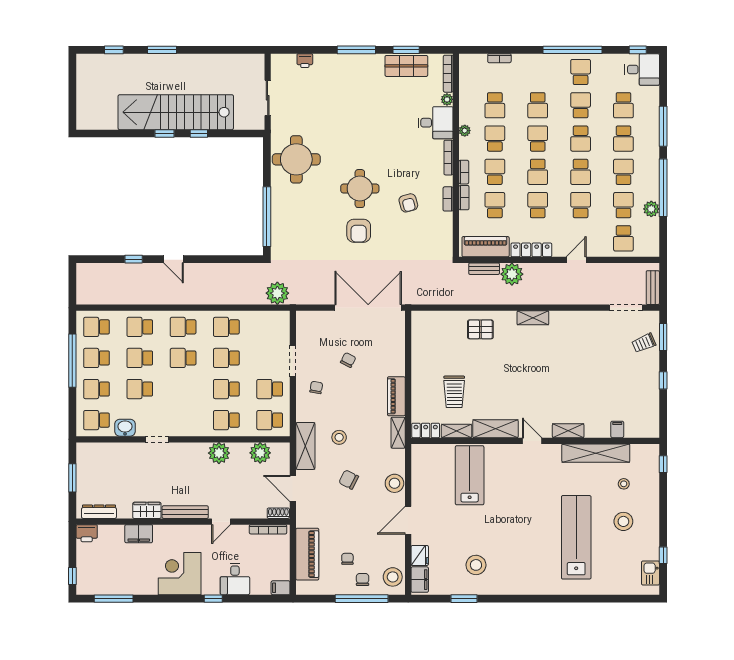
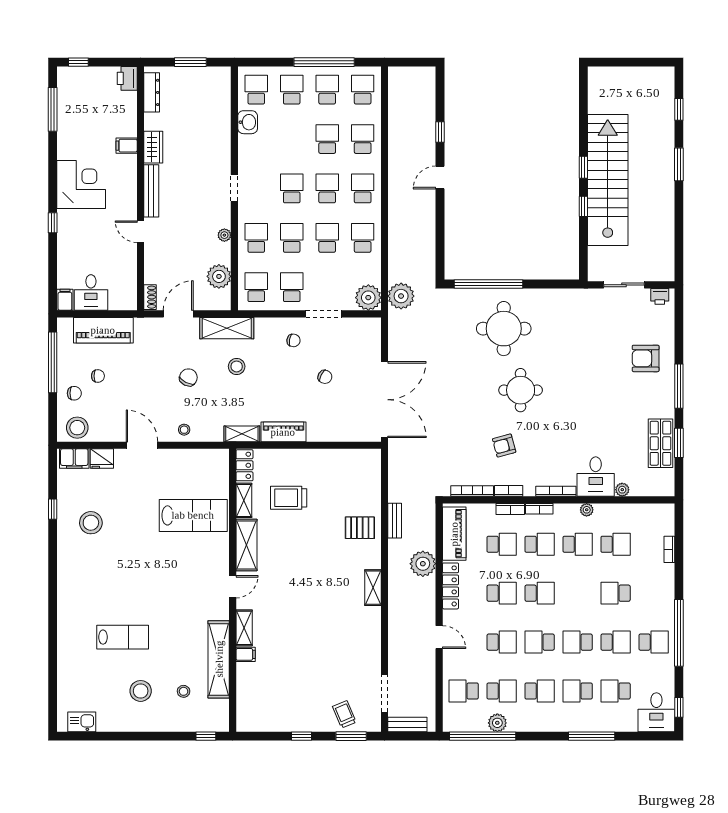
printer: (305, 61) -> (660, 296), moved, turned -90
bookcase: (448, 74) -> (472, 491), moved
school desk: (495, 105) -> (616, 544), turned 180
school desk: (538, 139) -> (578, 593), removed
round table: (296, 159) -> (504, 329), moved
school desk: (538, 172) -> (540, 593), turned 180
window: (663, 188) -> (483, 736), moved
armchair: (359, 231) -> (646, 358), moved
bench: (484, 269) -> (395, 521), moved
plant: (279, 322) -> (368, 298), added
pallet: (480, 329) -> (360, 528), turned 90
school desk: (140, 389) -> (292, 188), moved
filing cabinet: (617, 429) -> (246, 654), moved
doorway: (157, 439) -> (234, 188), moved
plant: (219, 453) -> (224, 235), width x0.53, depth x0.53
stool: (394, 483) -> (184, 430), width x0.53, depth x0.53
bookcase: (268, 529) -> (132, 285), removed
filing cabinet: (139, 534) -> (127, 146), width x0.50
lab bench: (576, 537) -> (123, 637), width x0.54, depth x0.72
window: (663, 555) -> (102, 736), removed
desk: (235, 579) -> (91, 292), moved, turned -90
window: (362, 599) -> (53, 362), moved
window: (464, 599) -> (53, 509), width x0.67

